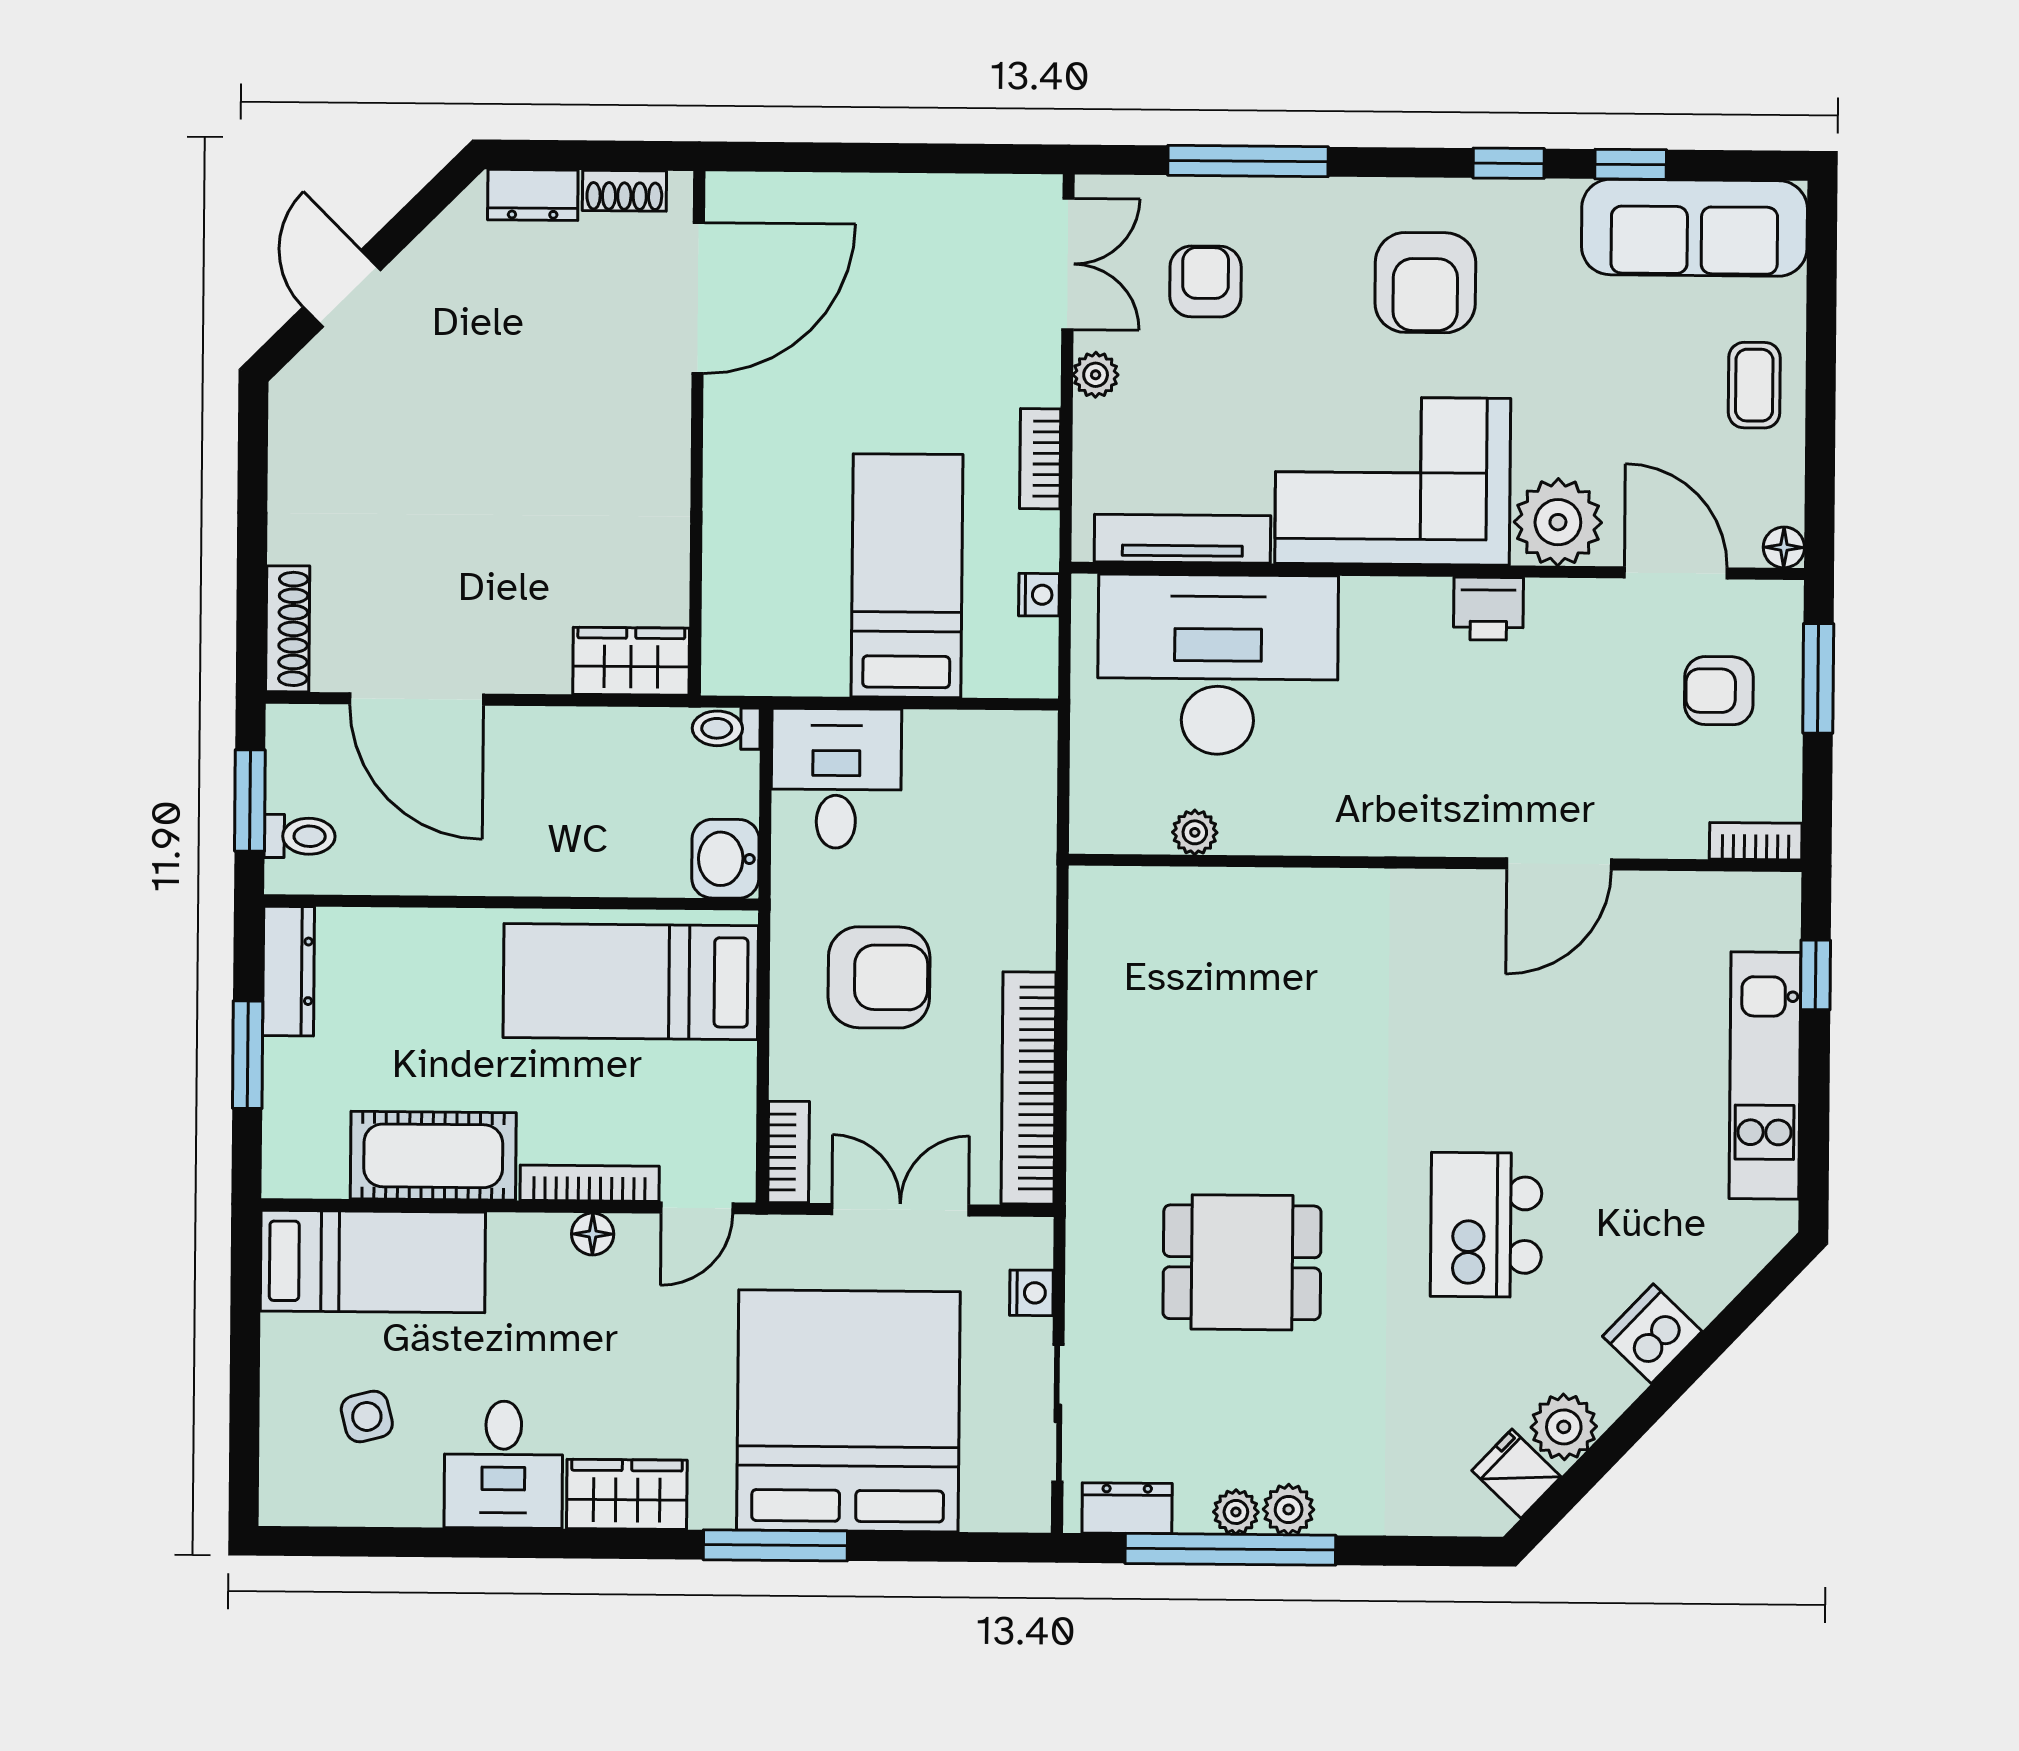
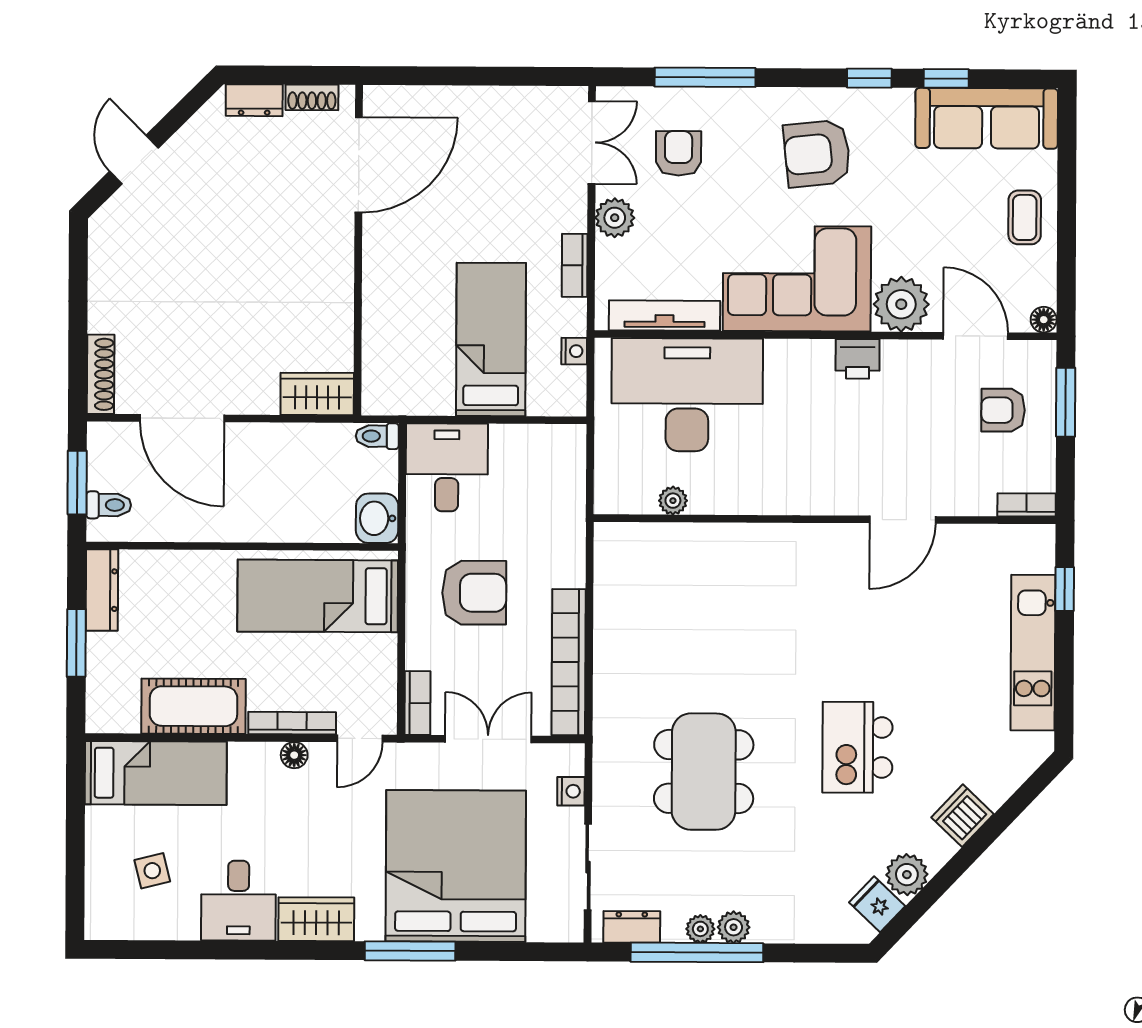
armchair: (1425, 283) -> (817, 153), turned 84
plant: (1096, 375) -> (615, 218), width x1.38, depth x1.38
dining table: (1242, 1262) -> (704, 772), width x1.37

